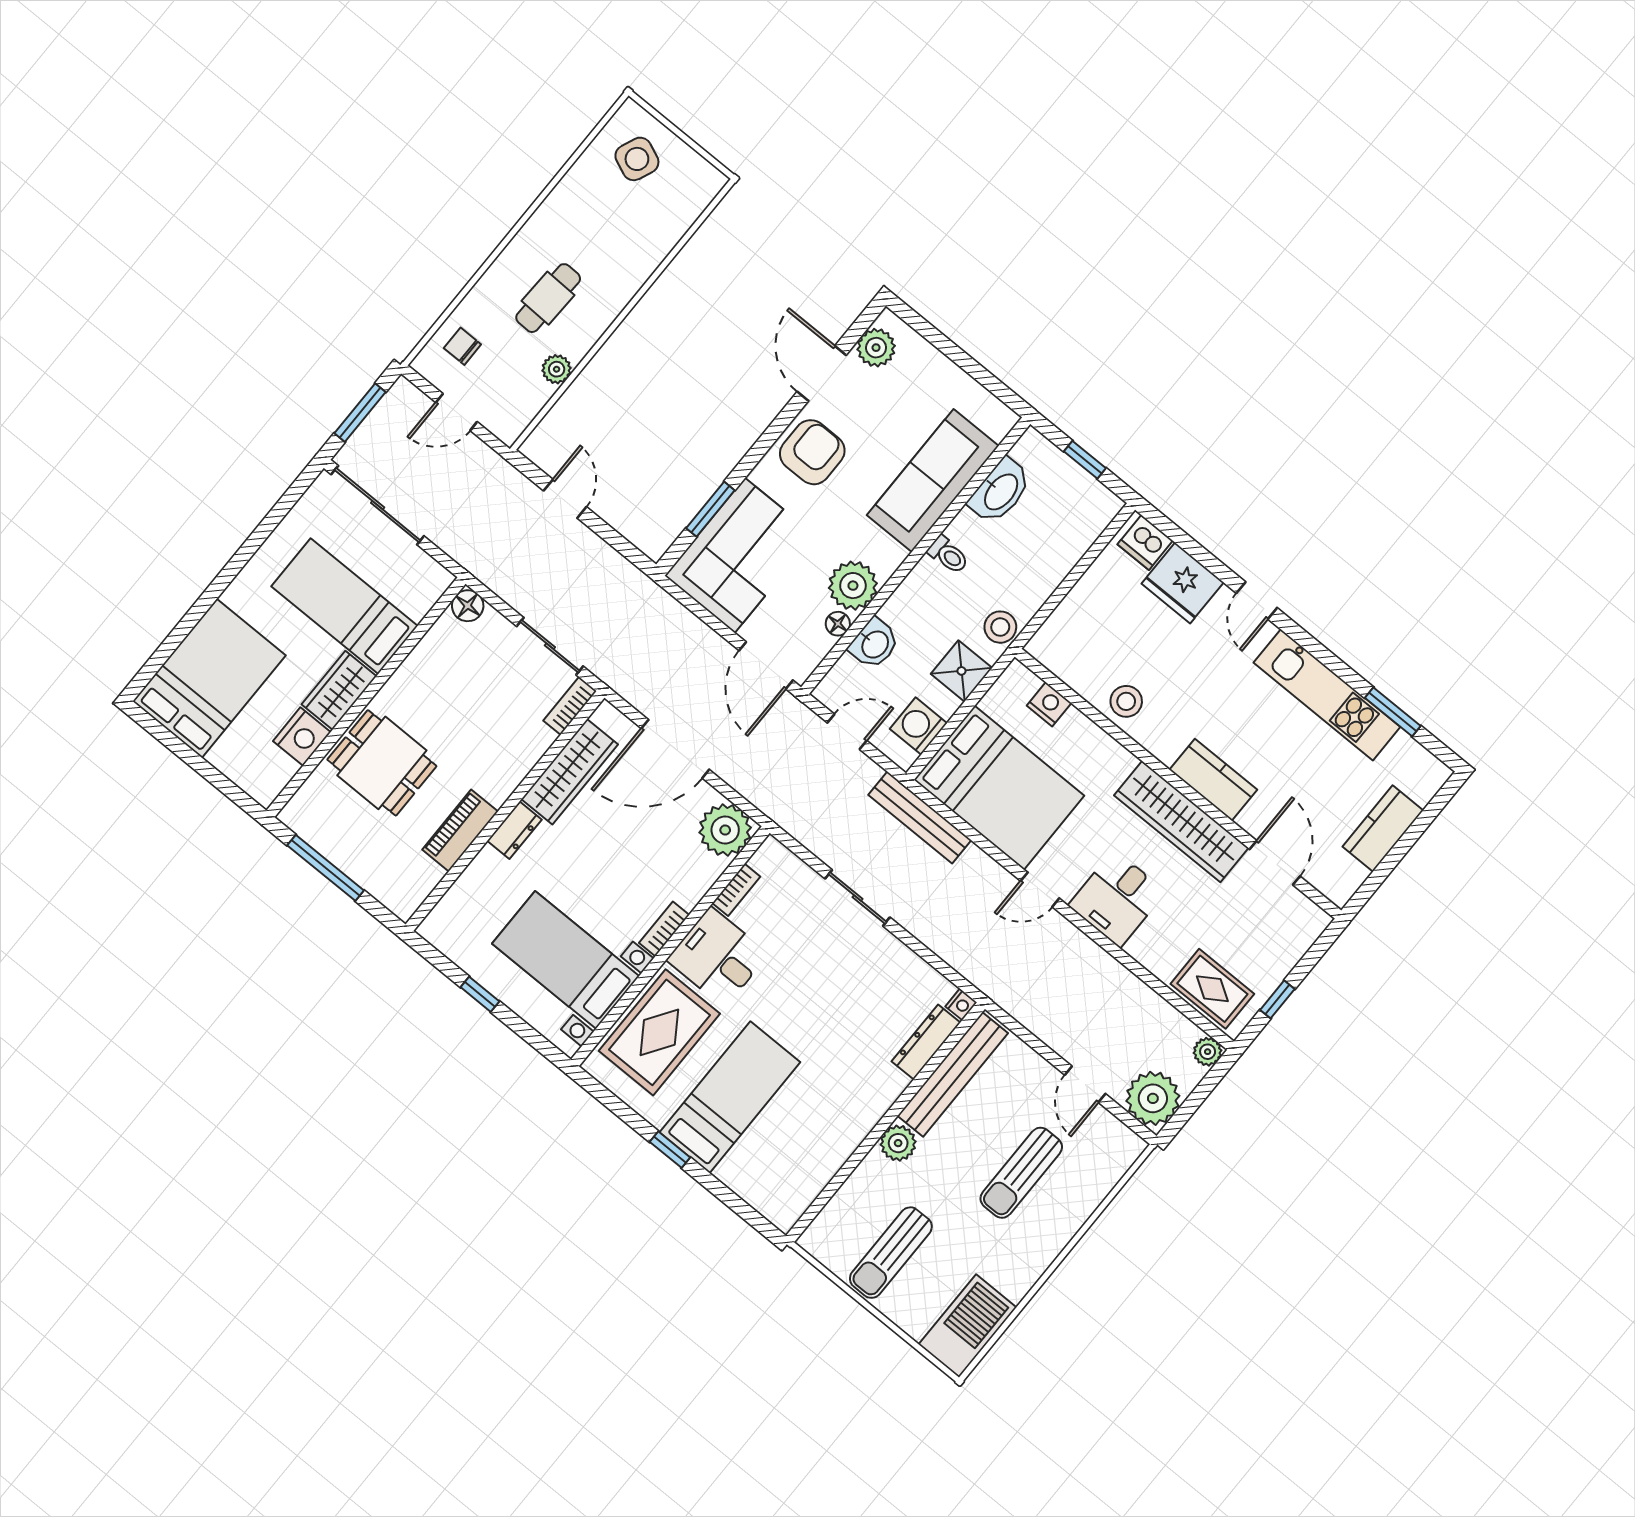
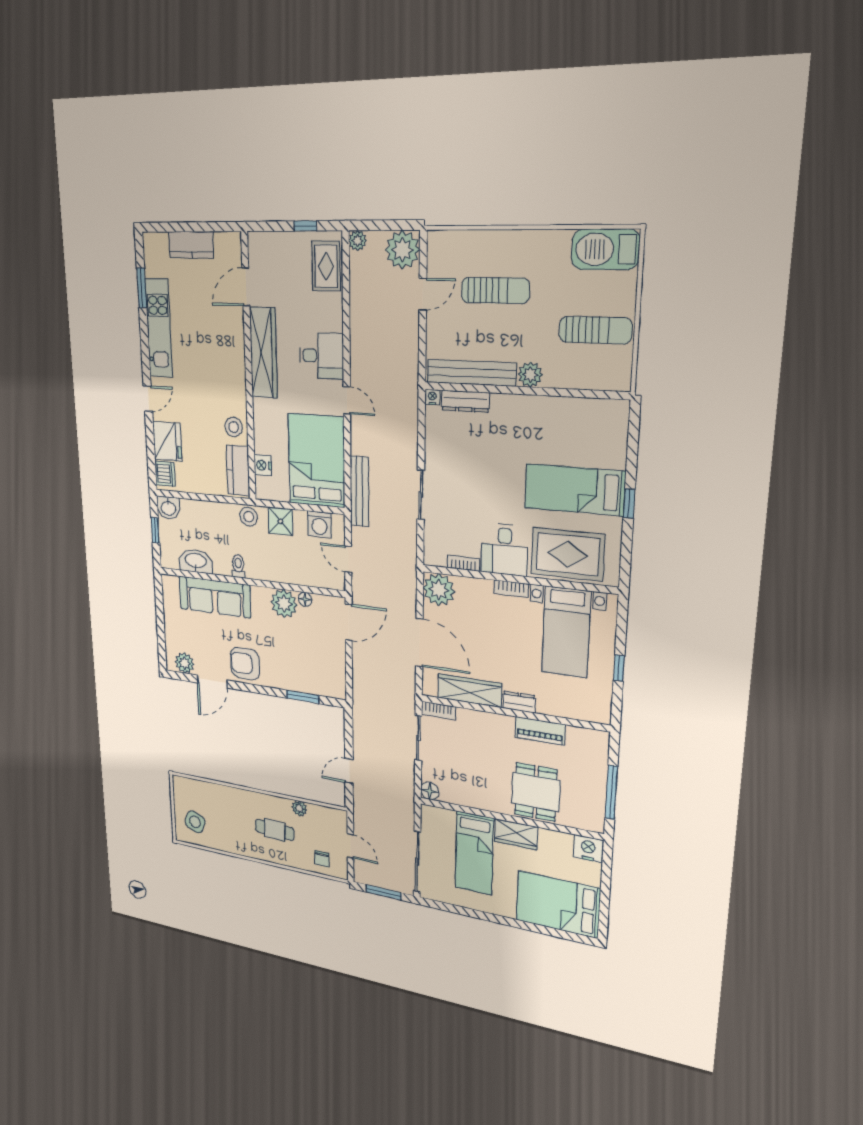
corner sofa: (740, 555) -> (311, 669), removed
washbasin: (874, 644) -> (168, 508), moved, turned 180
nightstand: (302, 737) -> (588, 849), moved
kitchen counter: (1213, 780) -> (238, 470), moved

